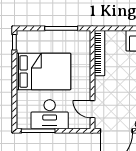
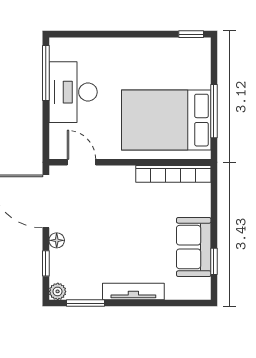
bed: (43, 72) -> (166, 120), moved, turned 90
door: (92, 109) -> (81, 162), hinge flipped

